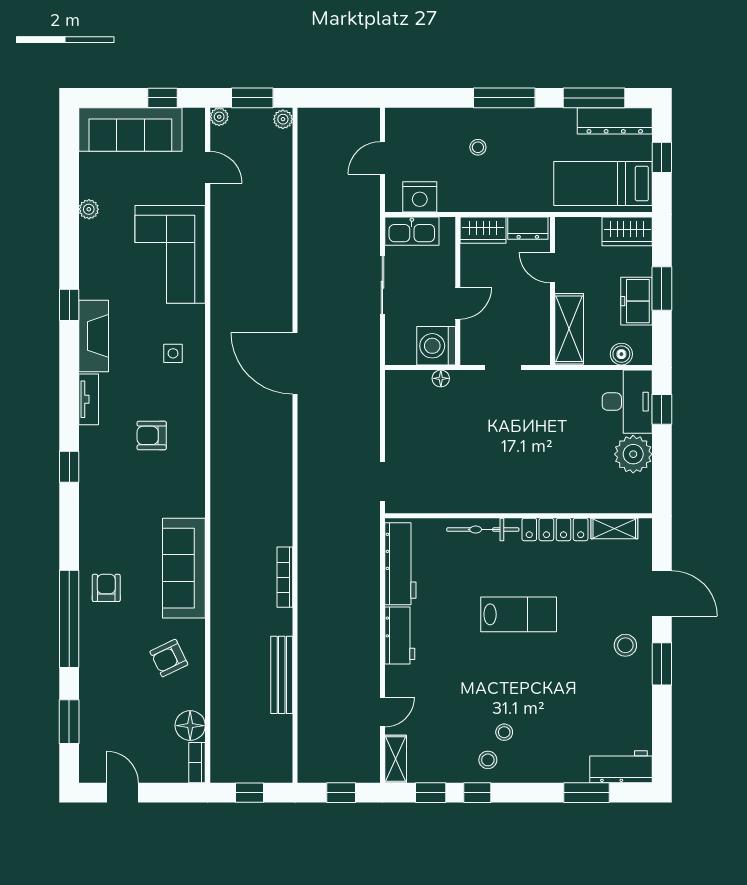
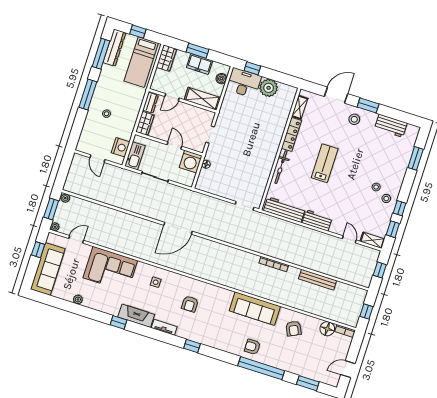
workbench: (621, 767) -> (391, 126), moved, turned -90

